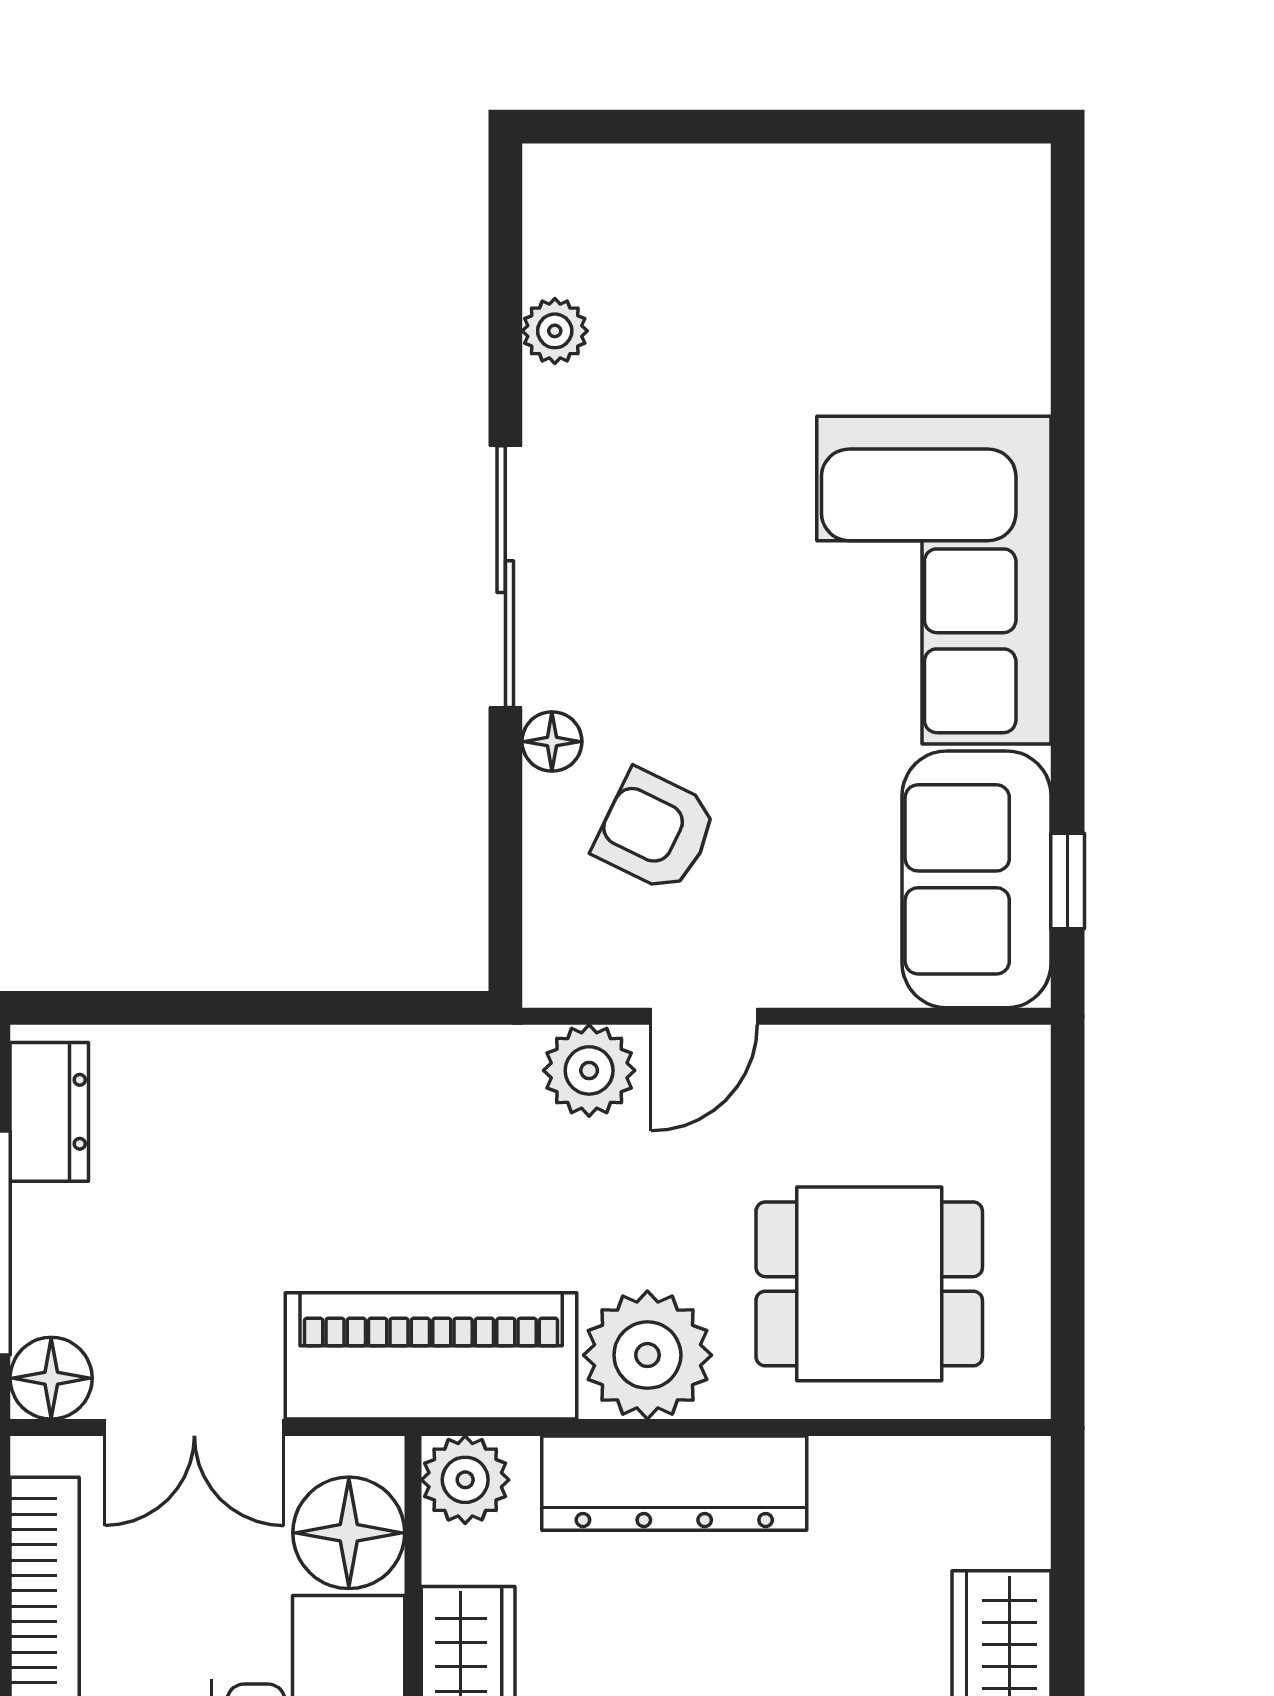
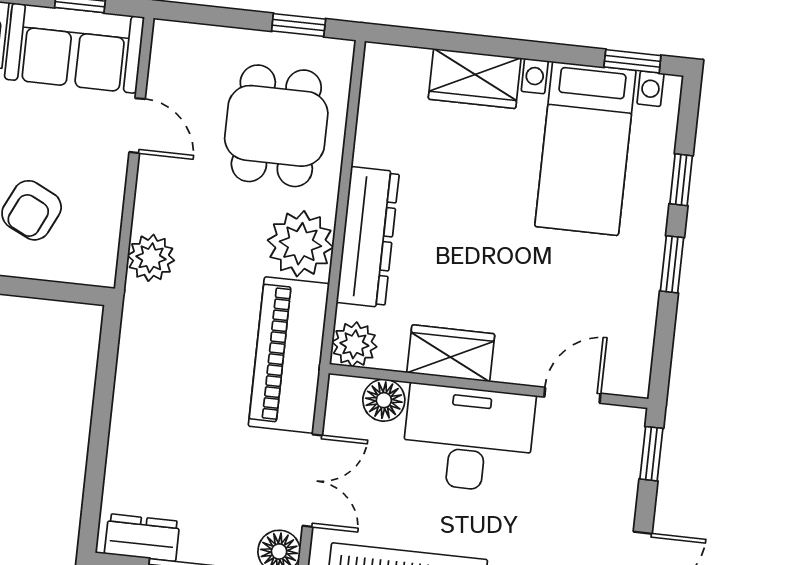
door: (704, 1016) -> (137, 126), moved
window: (1068, 1306) -> (299, 25), added
floor lamp: (349, 1533) -> (384, 400), width x0.73, depth x0.73

